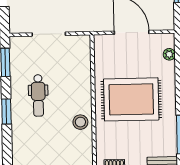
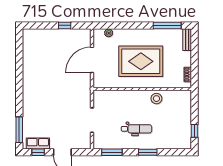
rug: (131, 99) -> (141, 61), turned 90

